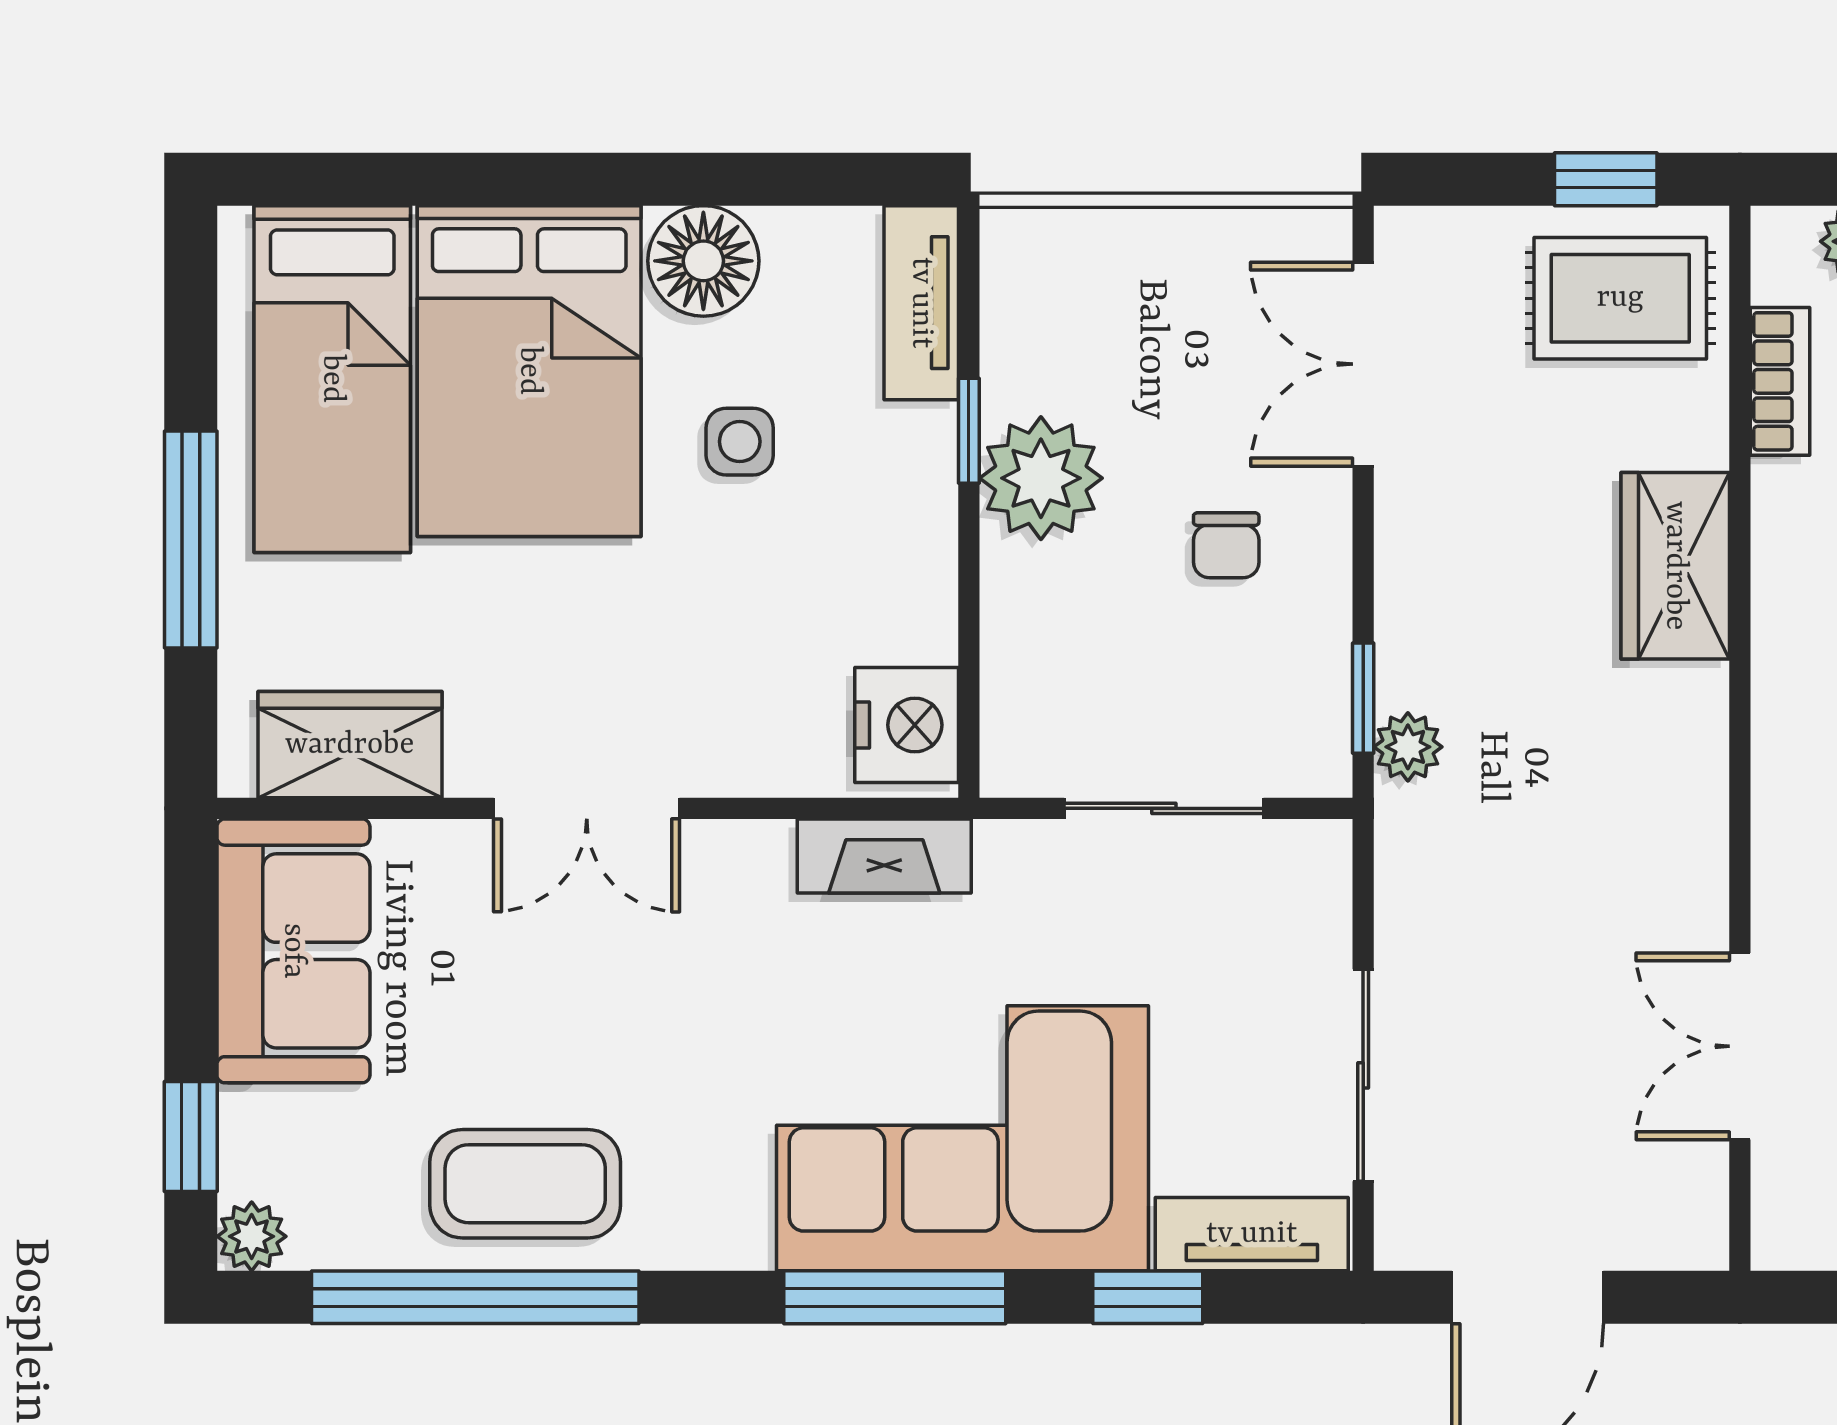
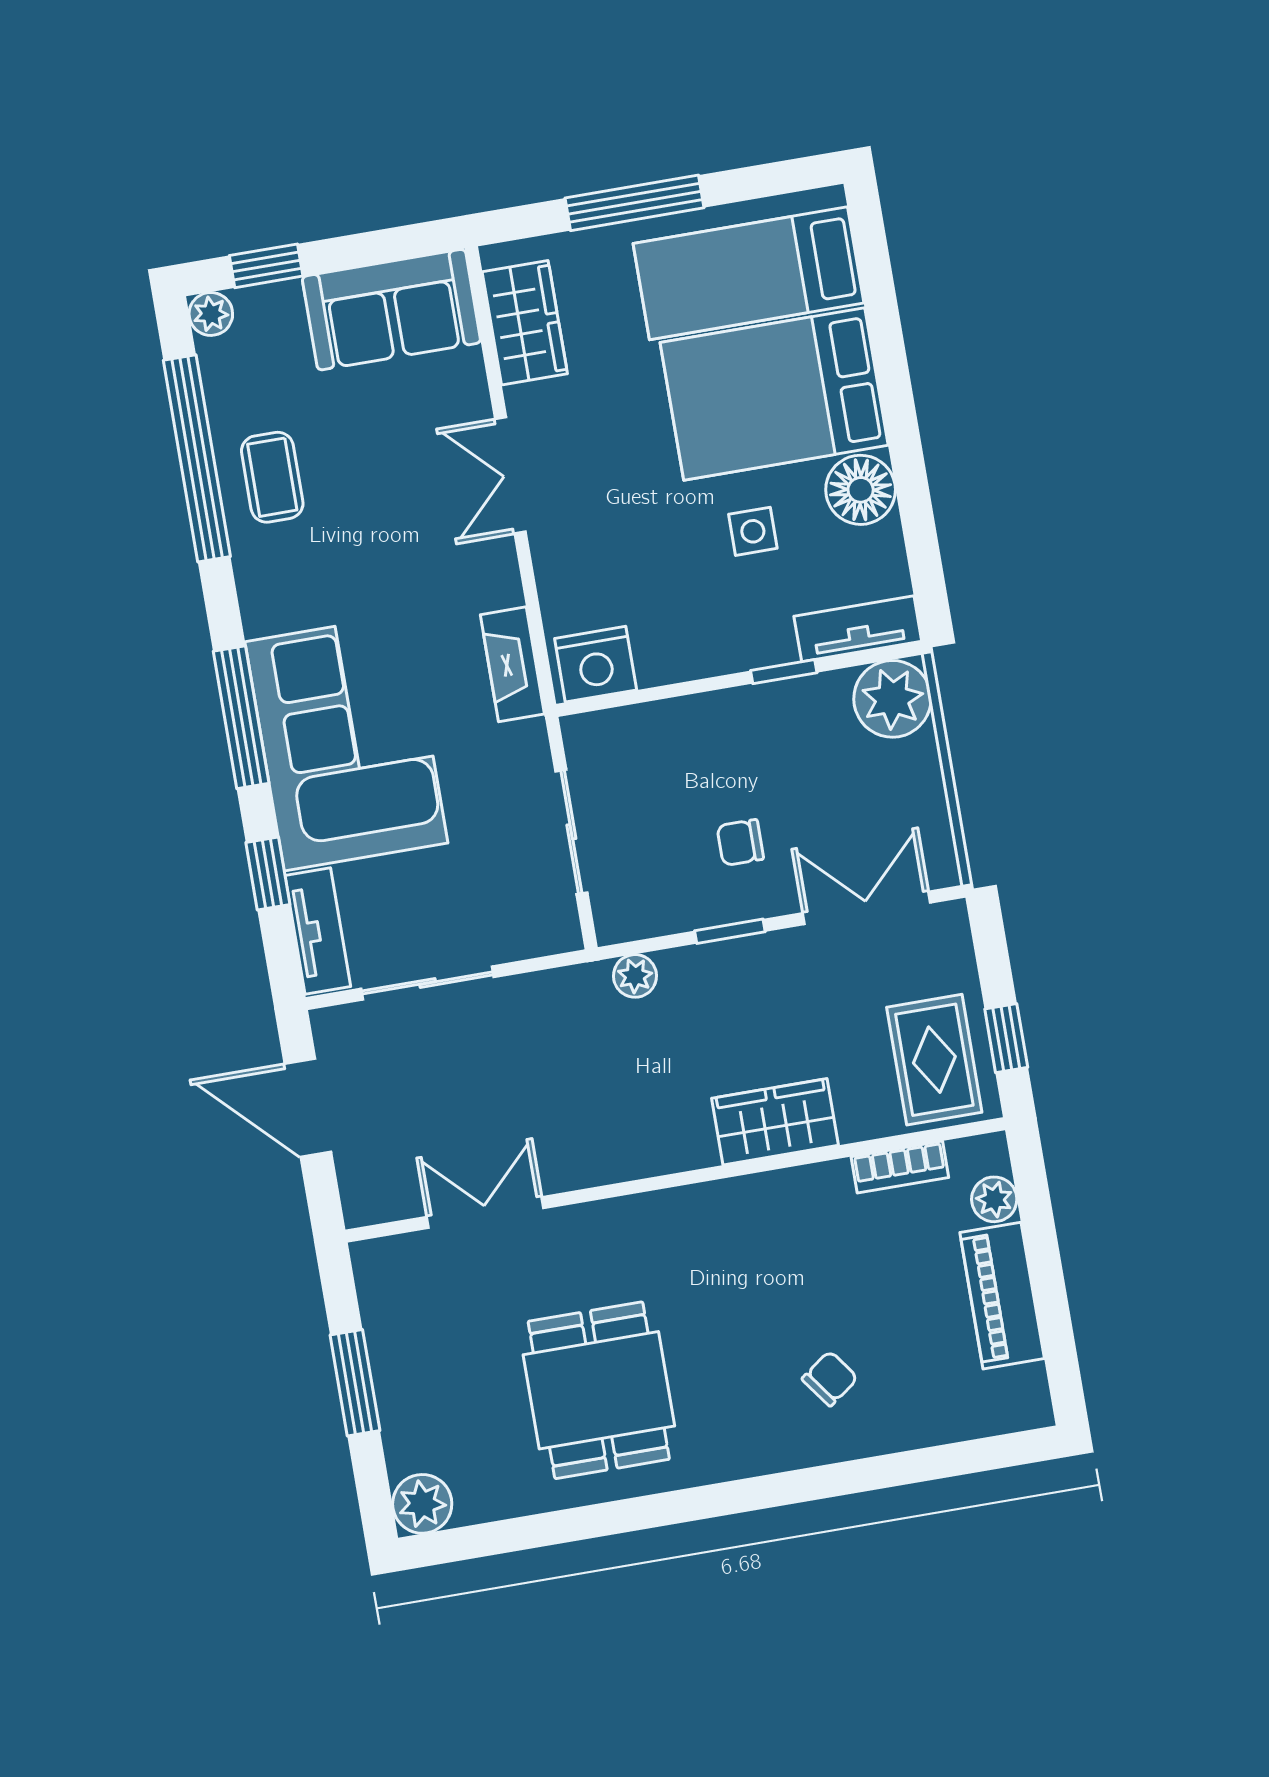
plant: (1041, 478) -> (892, 699), moved
window: (1363, 698) -> (730, 931), moved
coffee table: (525, 1184) -> (272, 477), width x0.73, depth x0.77

